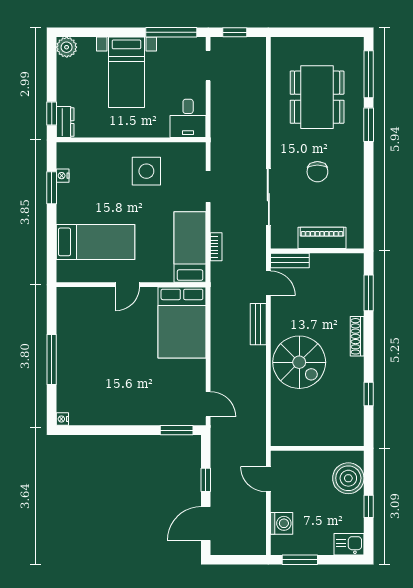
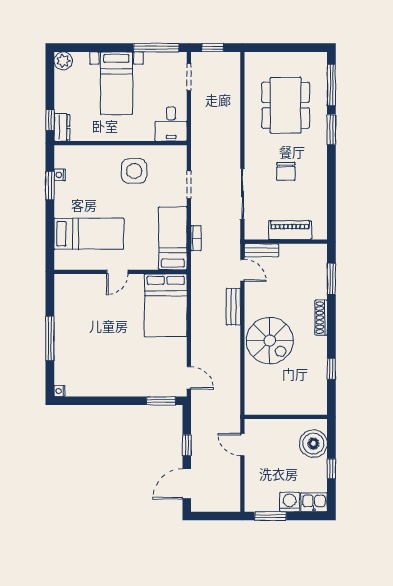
washing machine: (282, 523) -> (290, 502), moved, turned -90

